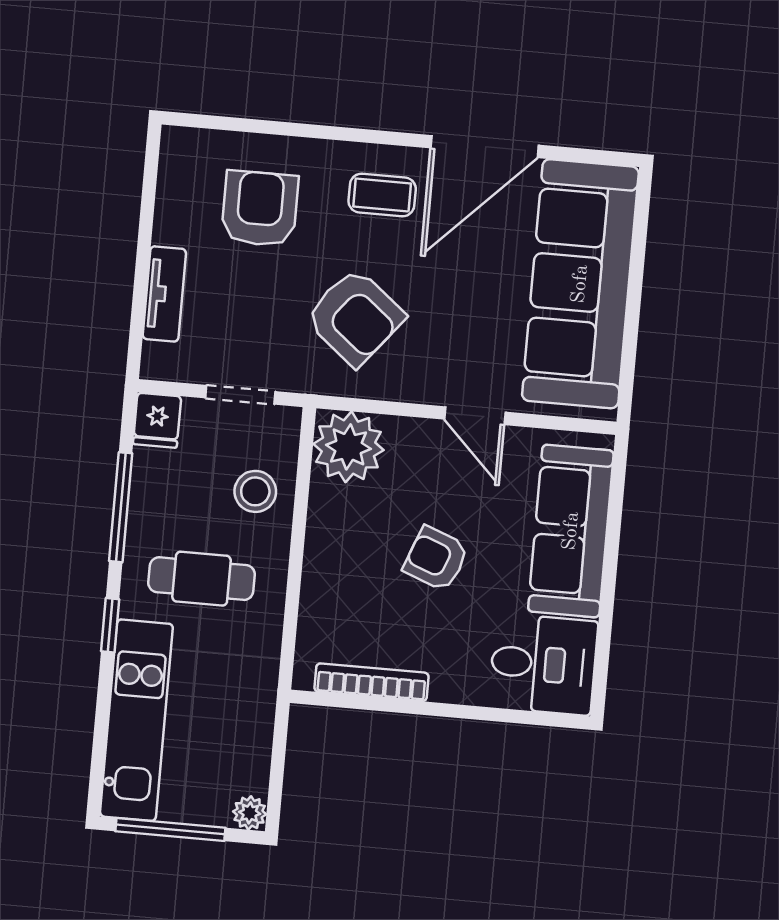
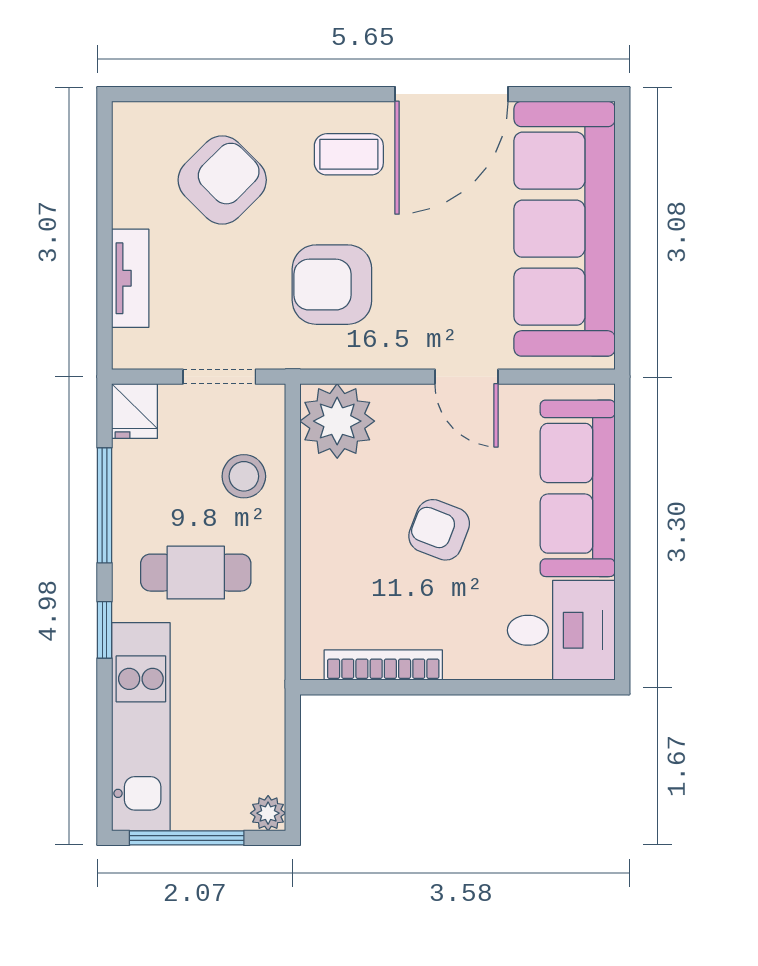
armchair: (260, 209) -> (222, 180), turned 45
armchair: (355, 317) -> (332, 285), turned 141

